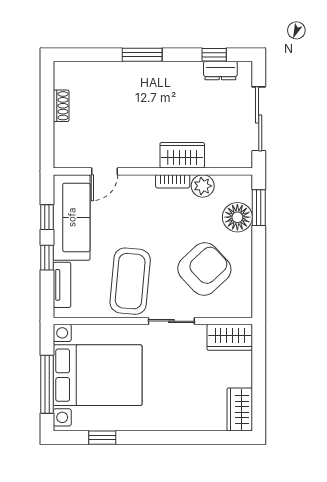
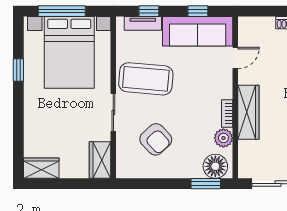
wardrobe: (182, 155) -> (248, 112), width x1.50
door: (105, 171) -> (235, 58), swing flipped
floor lamp: (237, 217) -> (215, 166), moved
window: (47, 258) -> (149, 11), moved
armchair: (204, 269) -> (156, 139), width x0.73, depth x0.73
window: (102, 438) -> (18, 70), moved

